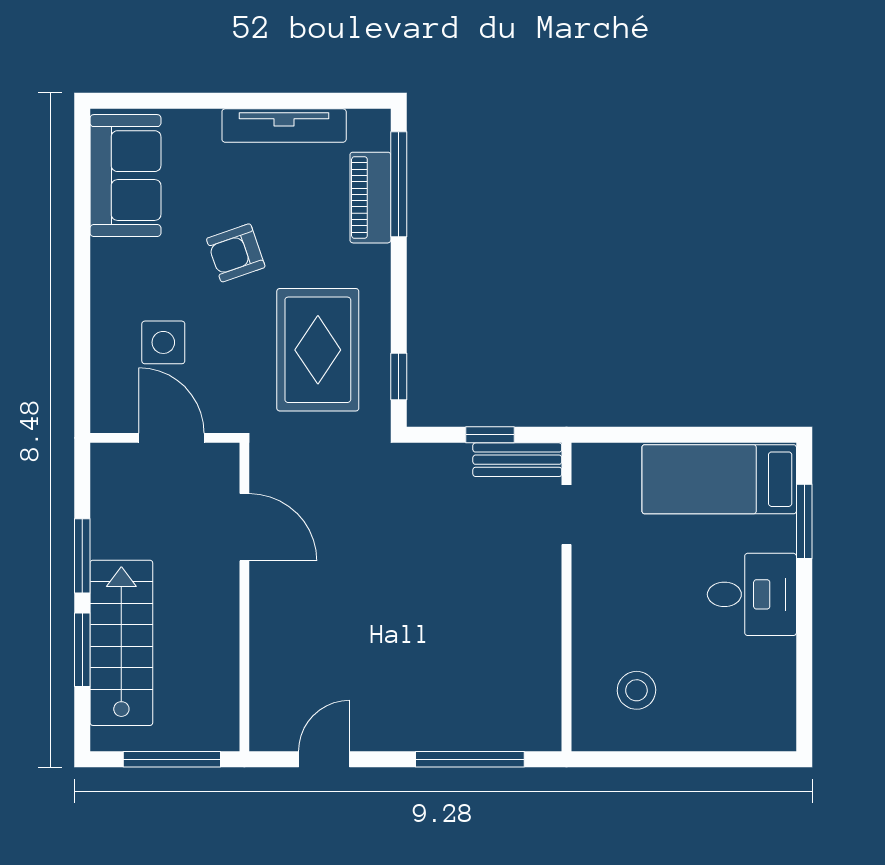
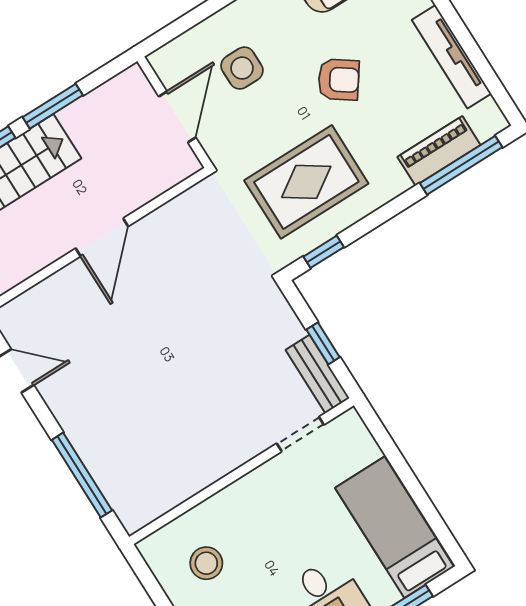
armchair: (236, 253) -> (339, 80), turned 144
door: (244, 527) -> (102, 237), moved

